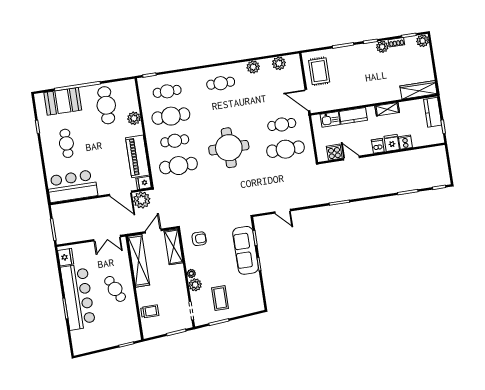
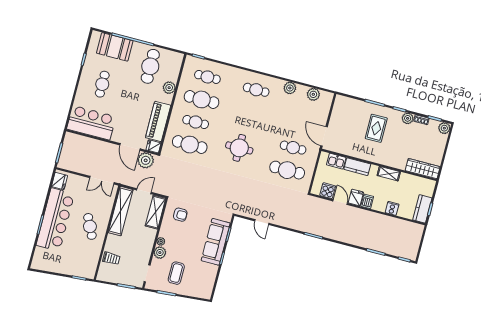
rug: (319, 71) -> (376, 128), moved
kitchen counter: (433, 112) -> (422, 209), moved
fridge: (392, 143) -> (356, 198), moved
round table: (229, 148) -> (239, 148), width x0.73, depth x0.73

